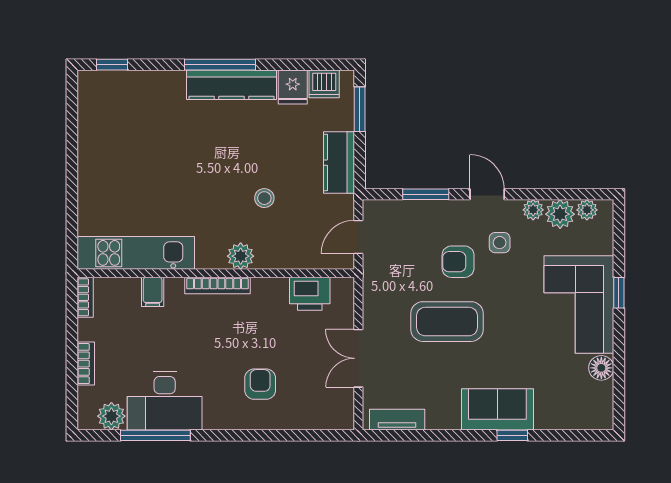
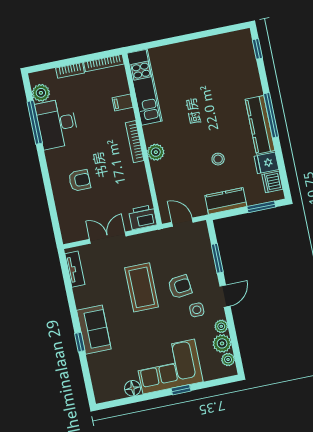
stool: (264, 198) -> (218, 159), moved
armchair: (458, 262) -> (180, 287), turned 83
printer: (310, 294) -> (143, 217), moved, turned 90
bookcase: (85, 297) -> (104, 63), width x1.56

